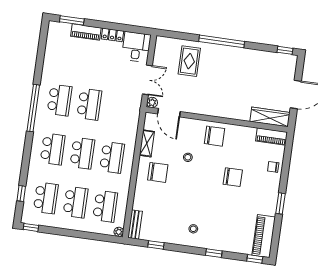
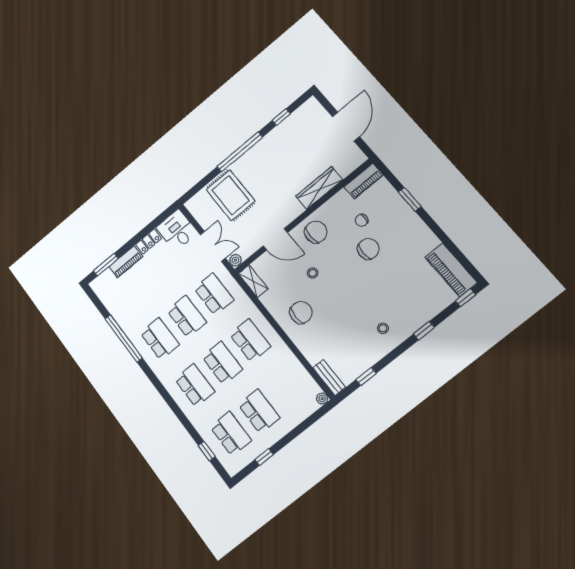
window: (285, 50) -> (281, 117), moved
rug: (189, 61) -> (231, 195), width x1.36, depth x1.43
window: (33, 108) -> (124, 338), moved
door: (169, 113) -> (275, 239), moved
wardrobe: (270, 117) -> (319, 188), moved
shelving: (147, 143) -> (253, 281), moved
chair: (273, 167) -> (362, 220), moved
window: (280, 203) -> (410, 199), moved
school desk: (105, 206) -> (214, 294), moved
window: (31, 227) -> (264, 457), moved

